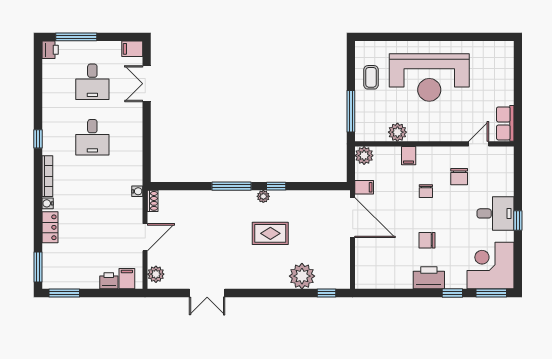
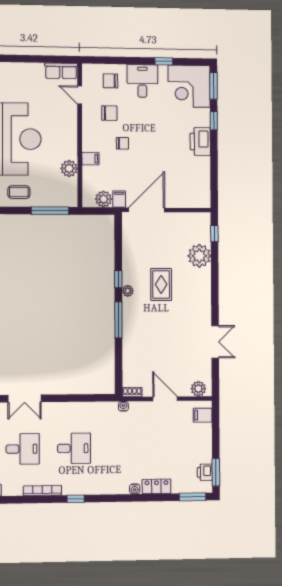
plant: (364, 156) -> (103, 199), moved
bookcase: (47, 176) -> (42, 491), moved
window: (518, 220) -> (164, 61), moved
chair: (427, 240) -> (110, 81), moved, turned 90
printer: (109, 281) -> (205, 472), moved

